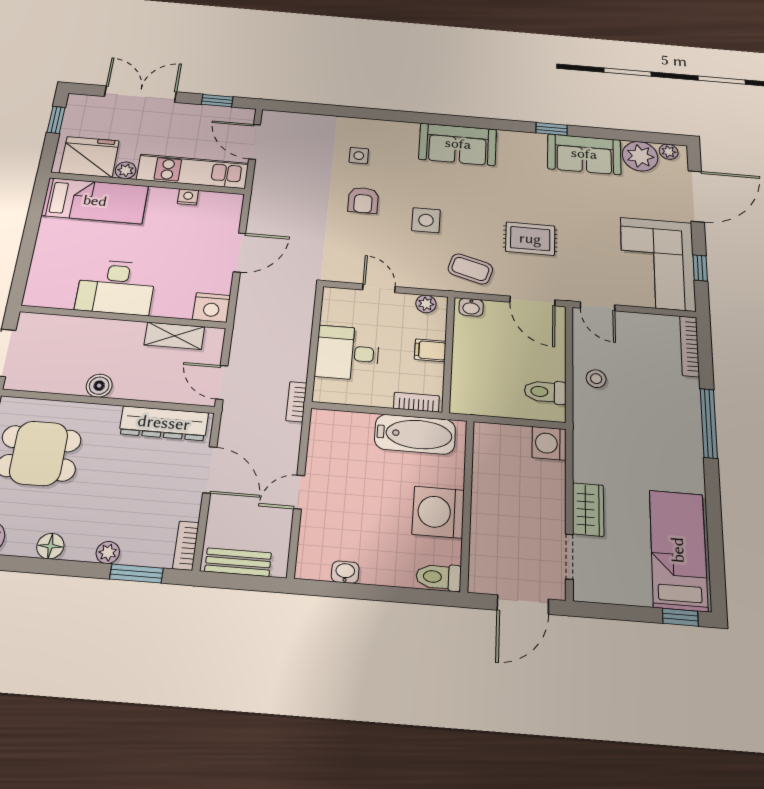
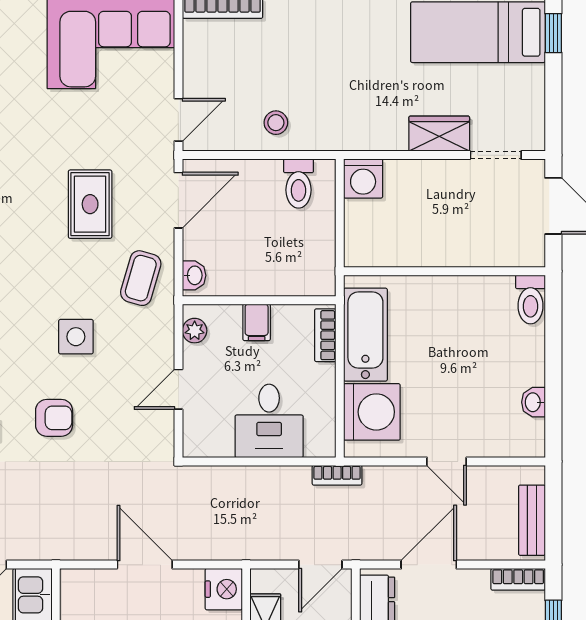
washing machine: (438, 512) -> (372, 412), moved, turned -90

